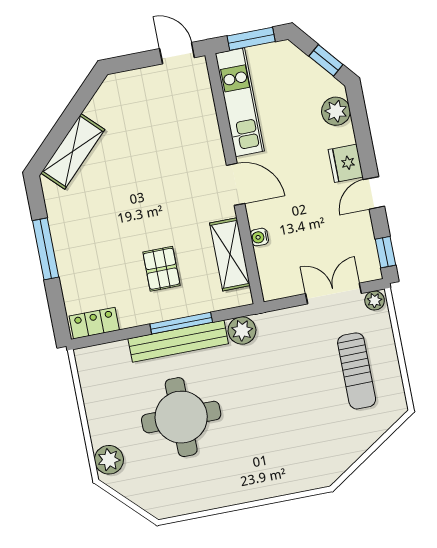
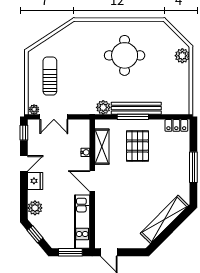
shelving: (73, 151) -> (164, 219), width x1.47
pallet: (161, 269) -> (137, 146), width x1.50, depth x1.42
round table: (181, 417) -> (125, 55), moved

